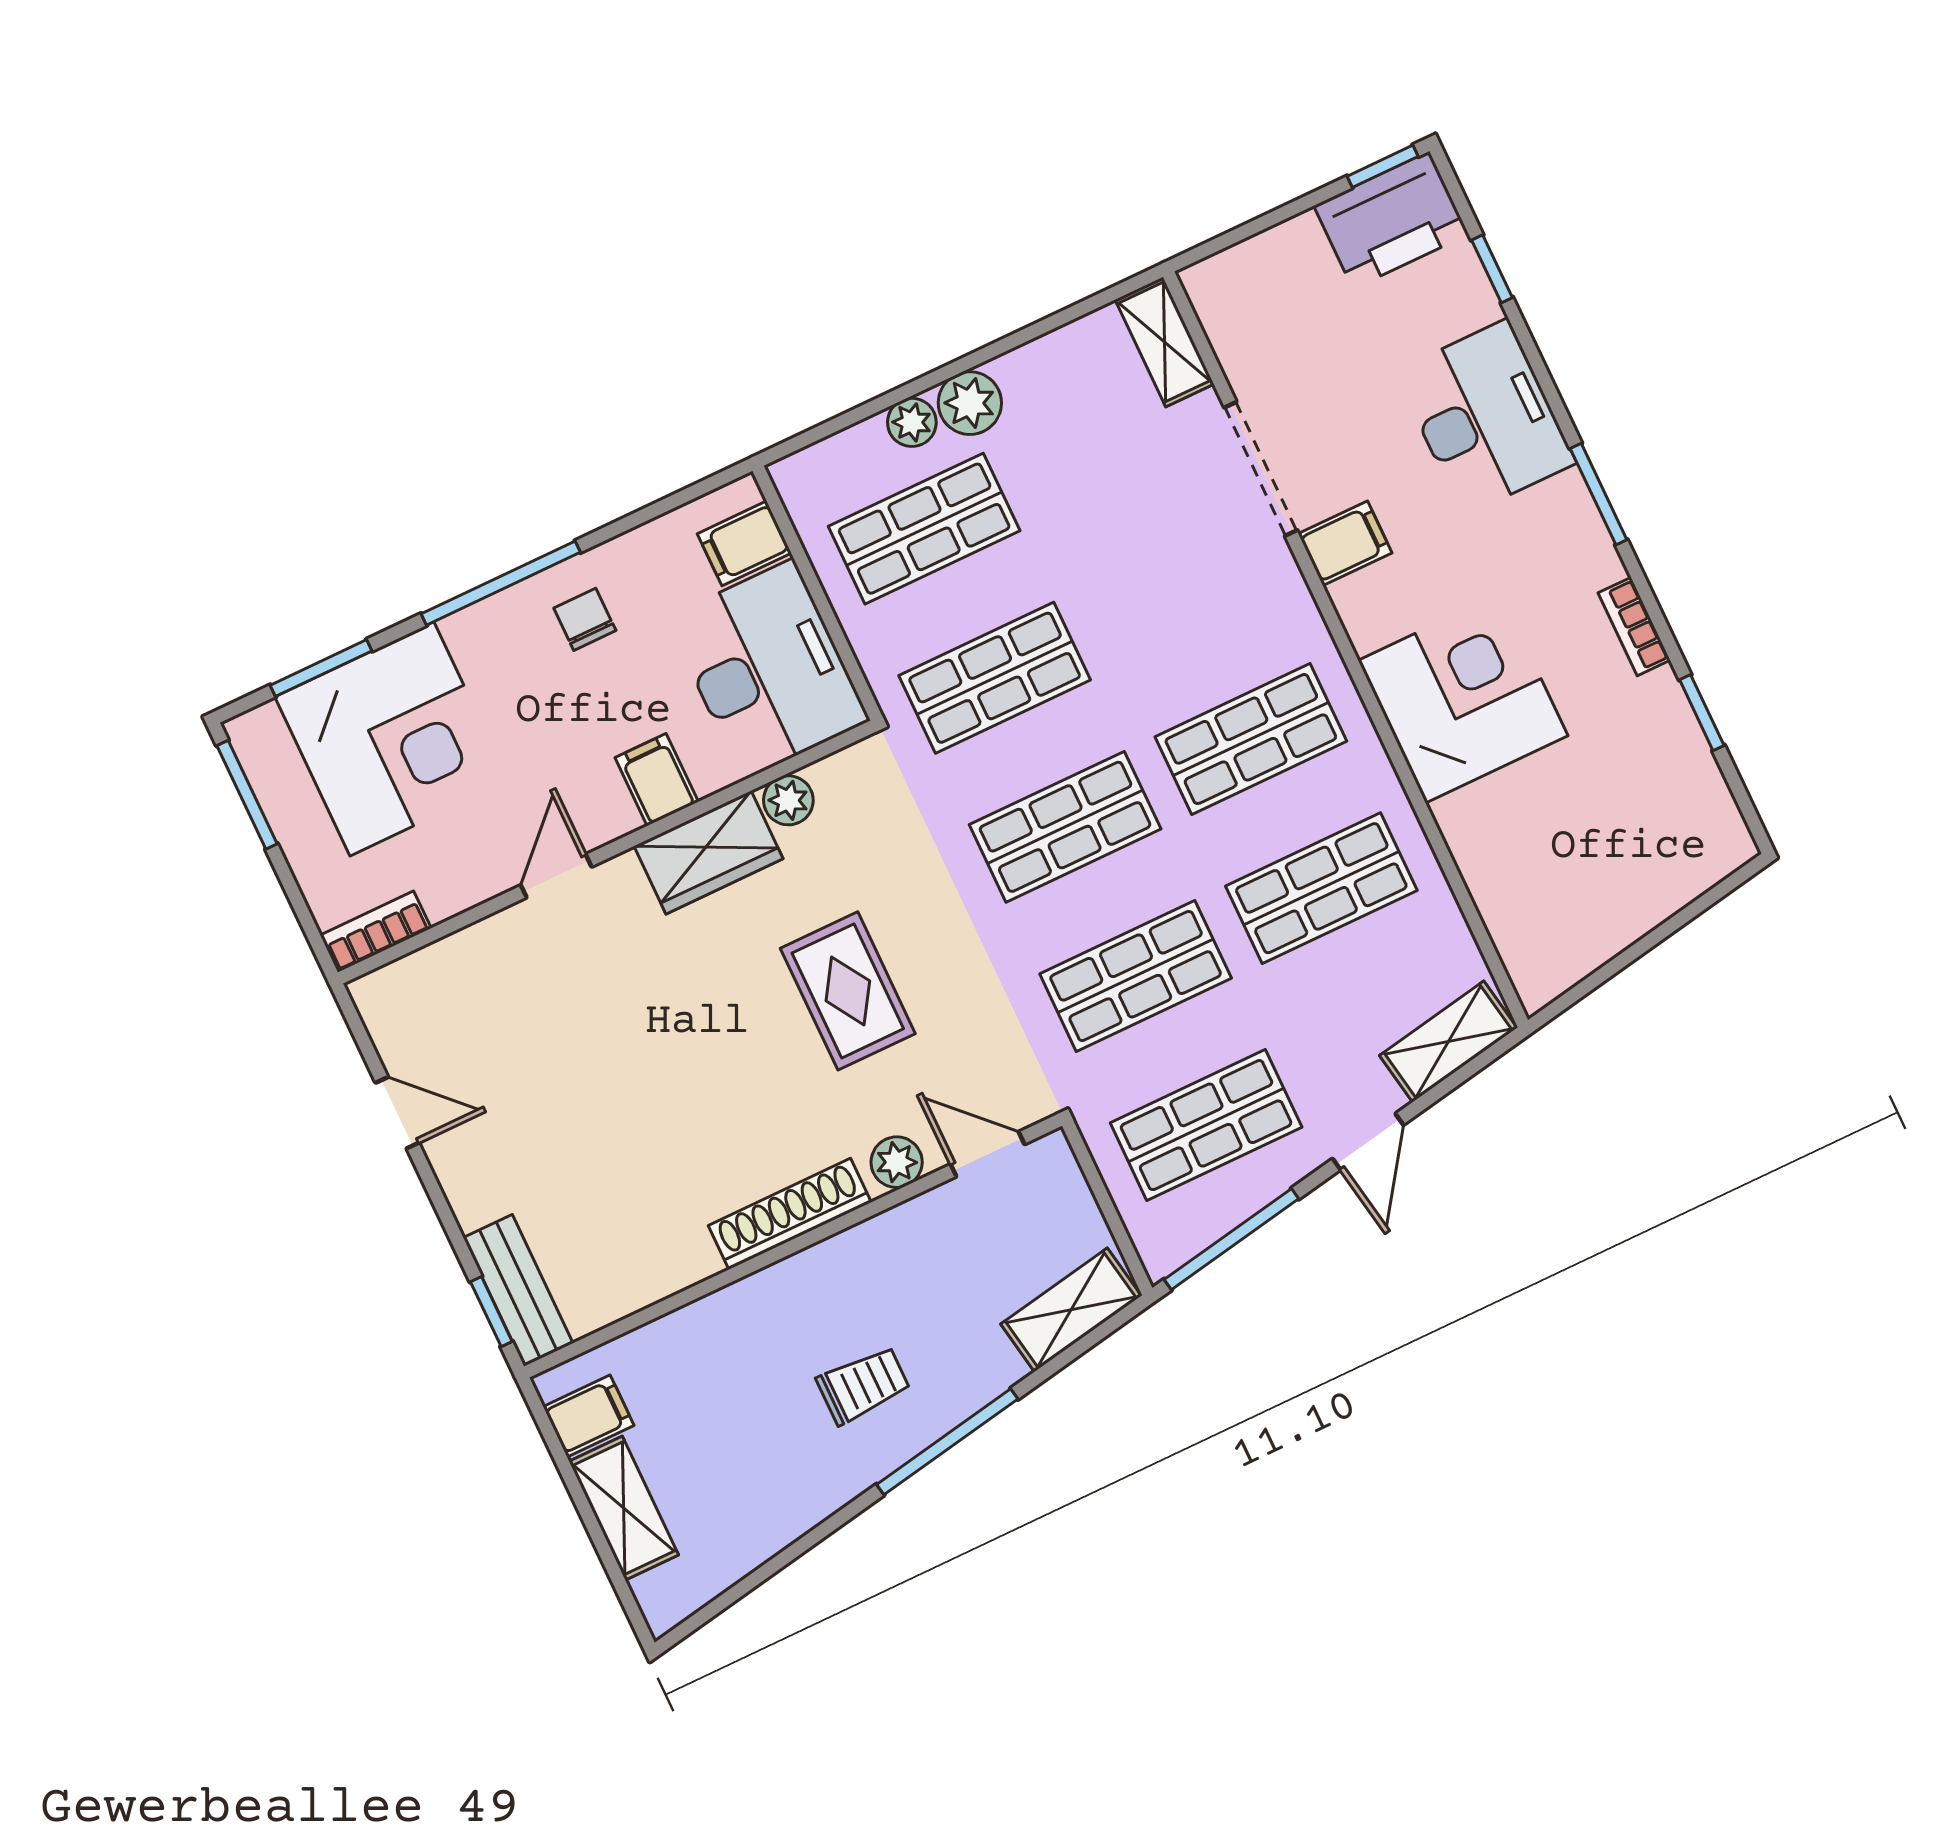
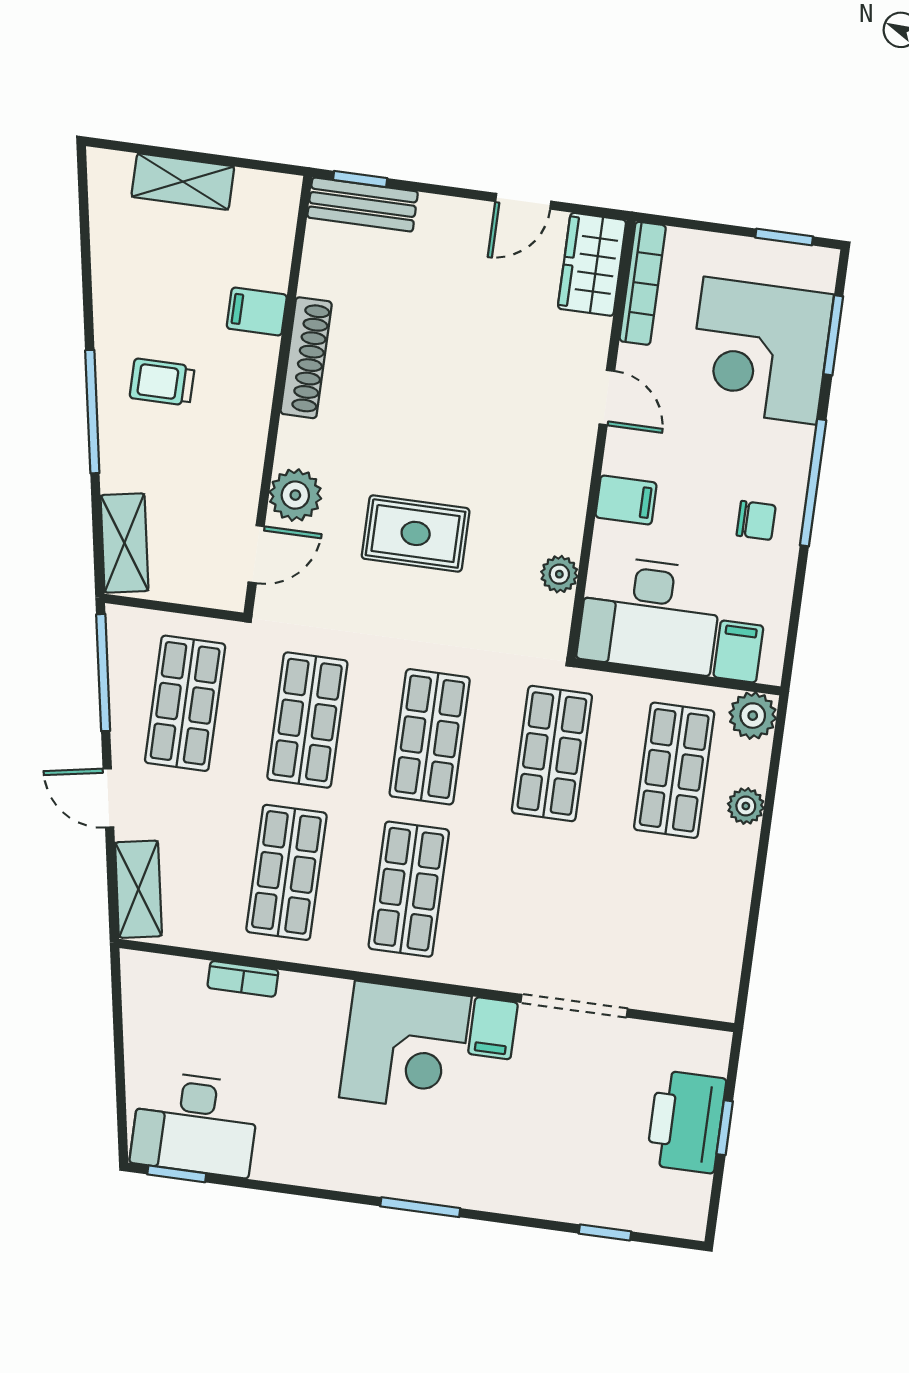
window: (1383, 166) -> (725, 1128), moved
printer: (1391, 220) -> (686, 1122), moved
shelving: (1164, 342) -> (693, 997), removed
plant: (970, 403) -> (753, 716), moved
desk: (1485, 417) -> (195, 1124), moved
bookcase: (1634, 627) -> (243, 979), moved, turned 180
corner desk: (1463, 698) -> (405, 1047), moved
window: (1702, 713) -> (177, 1174), moved
window: (247, 795) -> (784, 237), width x0.67
wardrobe: (709, 852) -> (592, 264), moved
bookcase: (376, 932) -> (643, 283), width x1.56
plant: (897, 1162) -> (295, 495), width x1.38, depth x1.38
shoe rack: (790, 1214) -> (306, 358), moved
trolley: (863, 1385) -> (162, 382), turned 90
filing cabinet: (589, 1416) -> (257, 312), moved, turned 90

